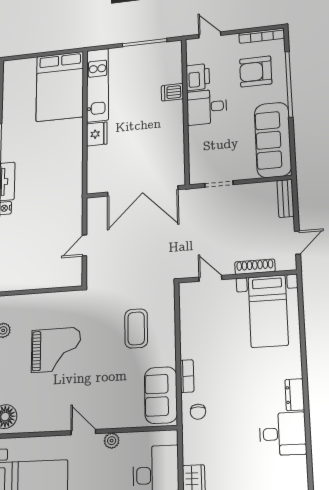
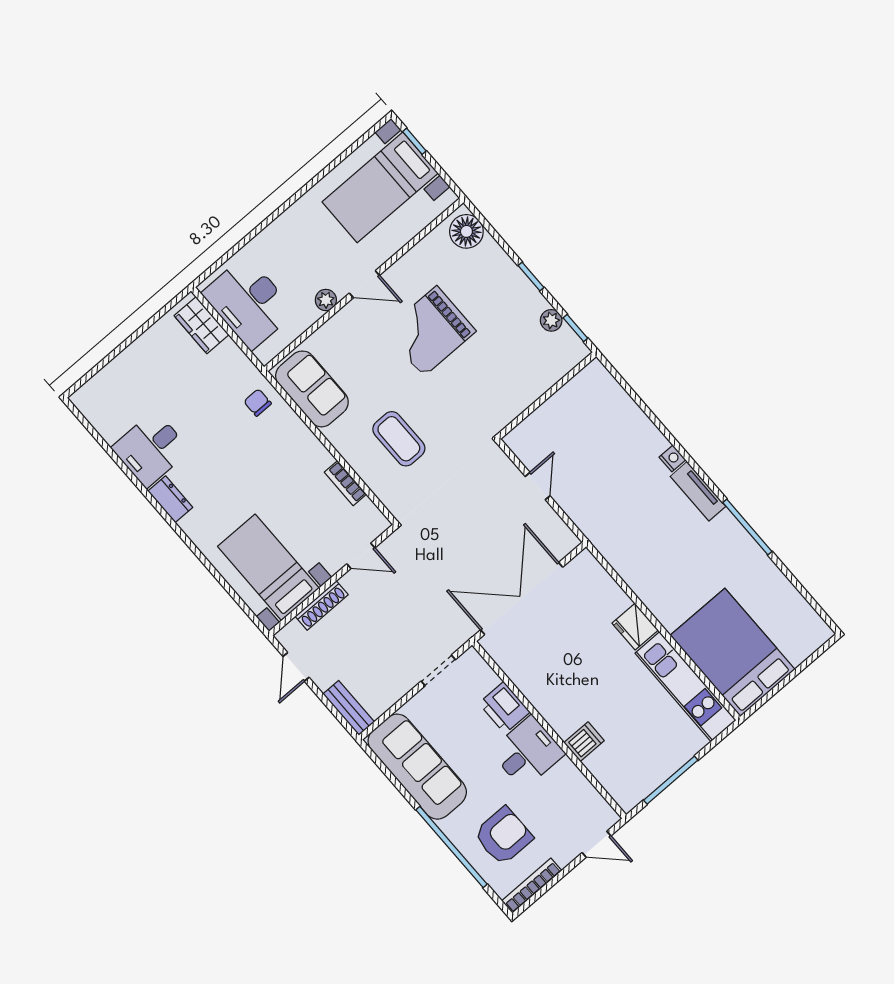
printer: (198, 77) -> (504, 708), moved
grand piano: (56, 350) -> (430, 331), moved
bookcase: (187, 376) -> (345, 483), moved

